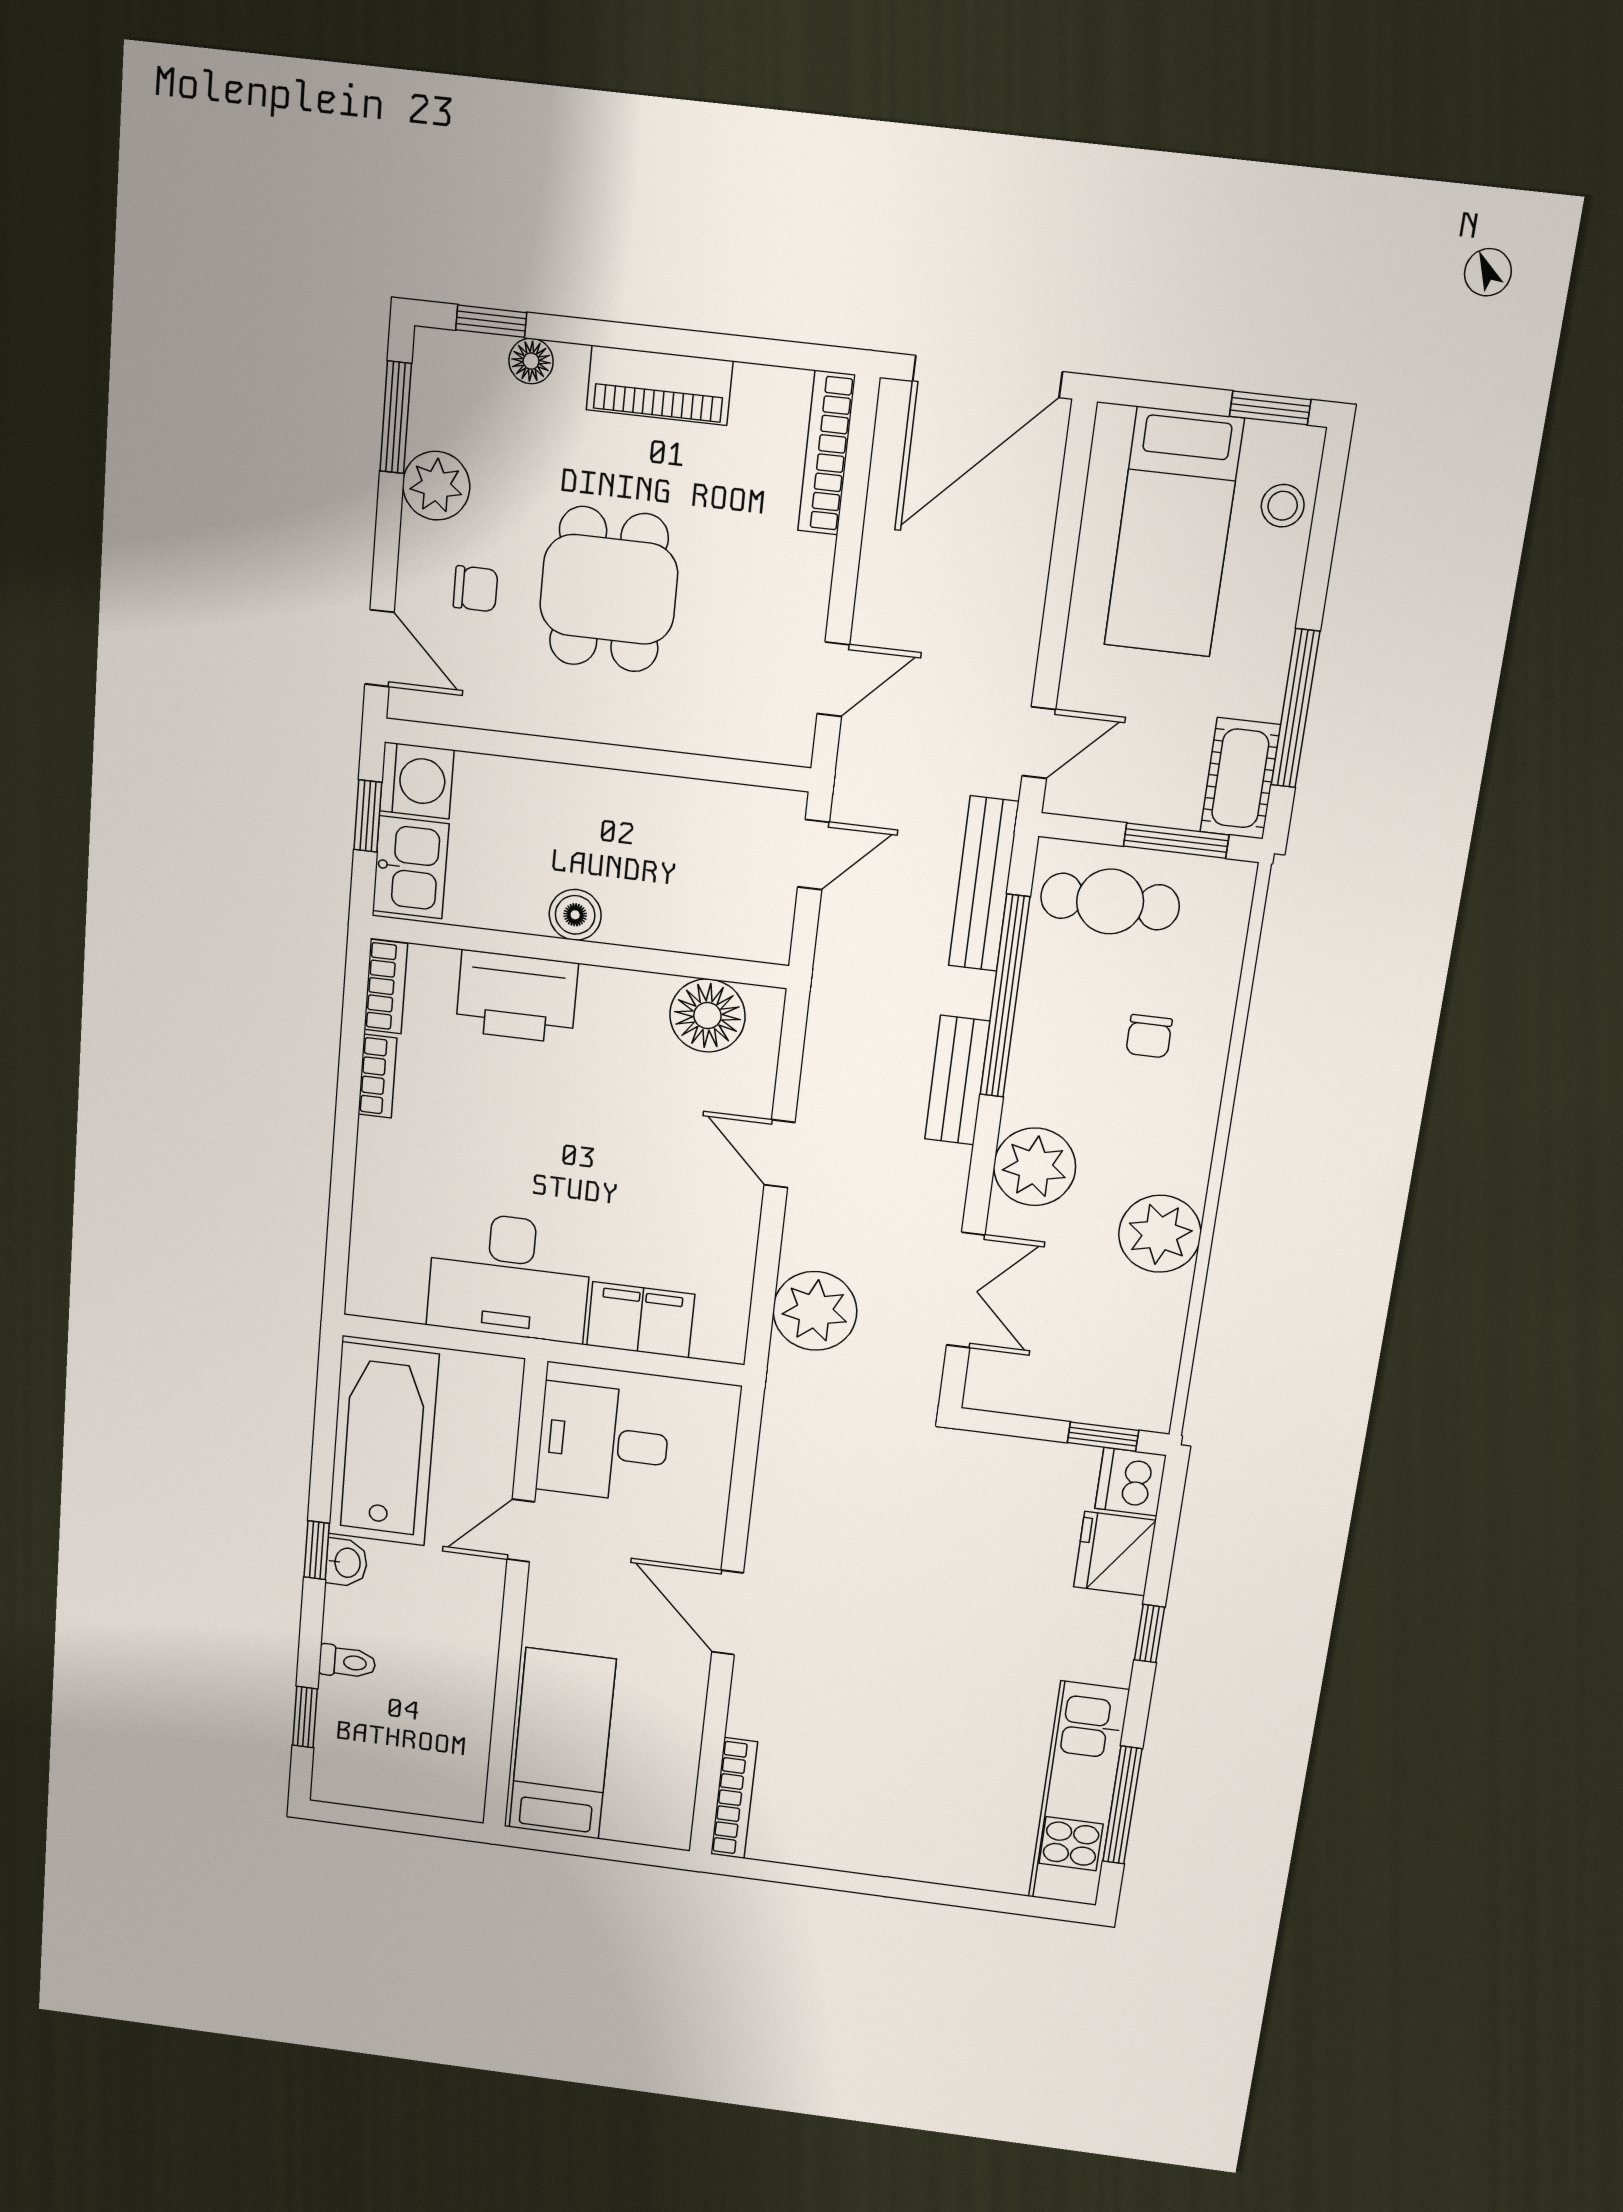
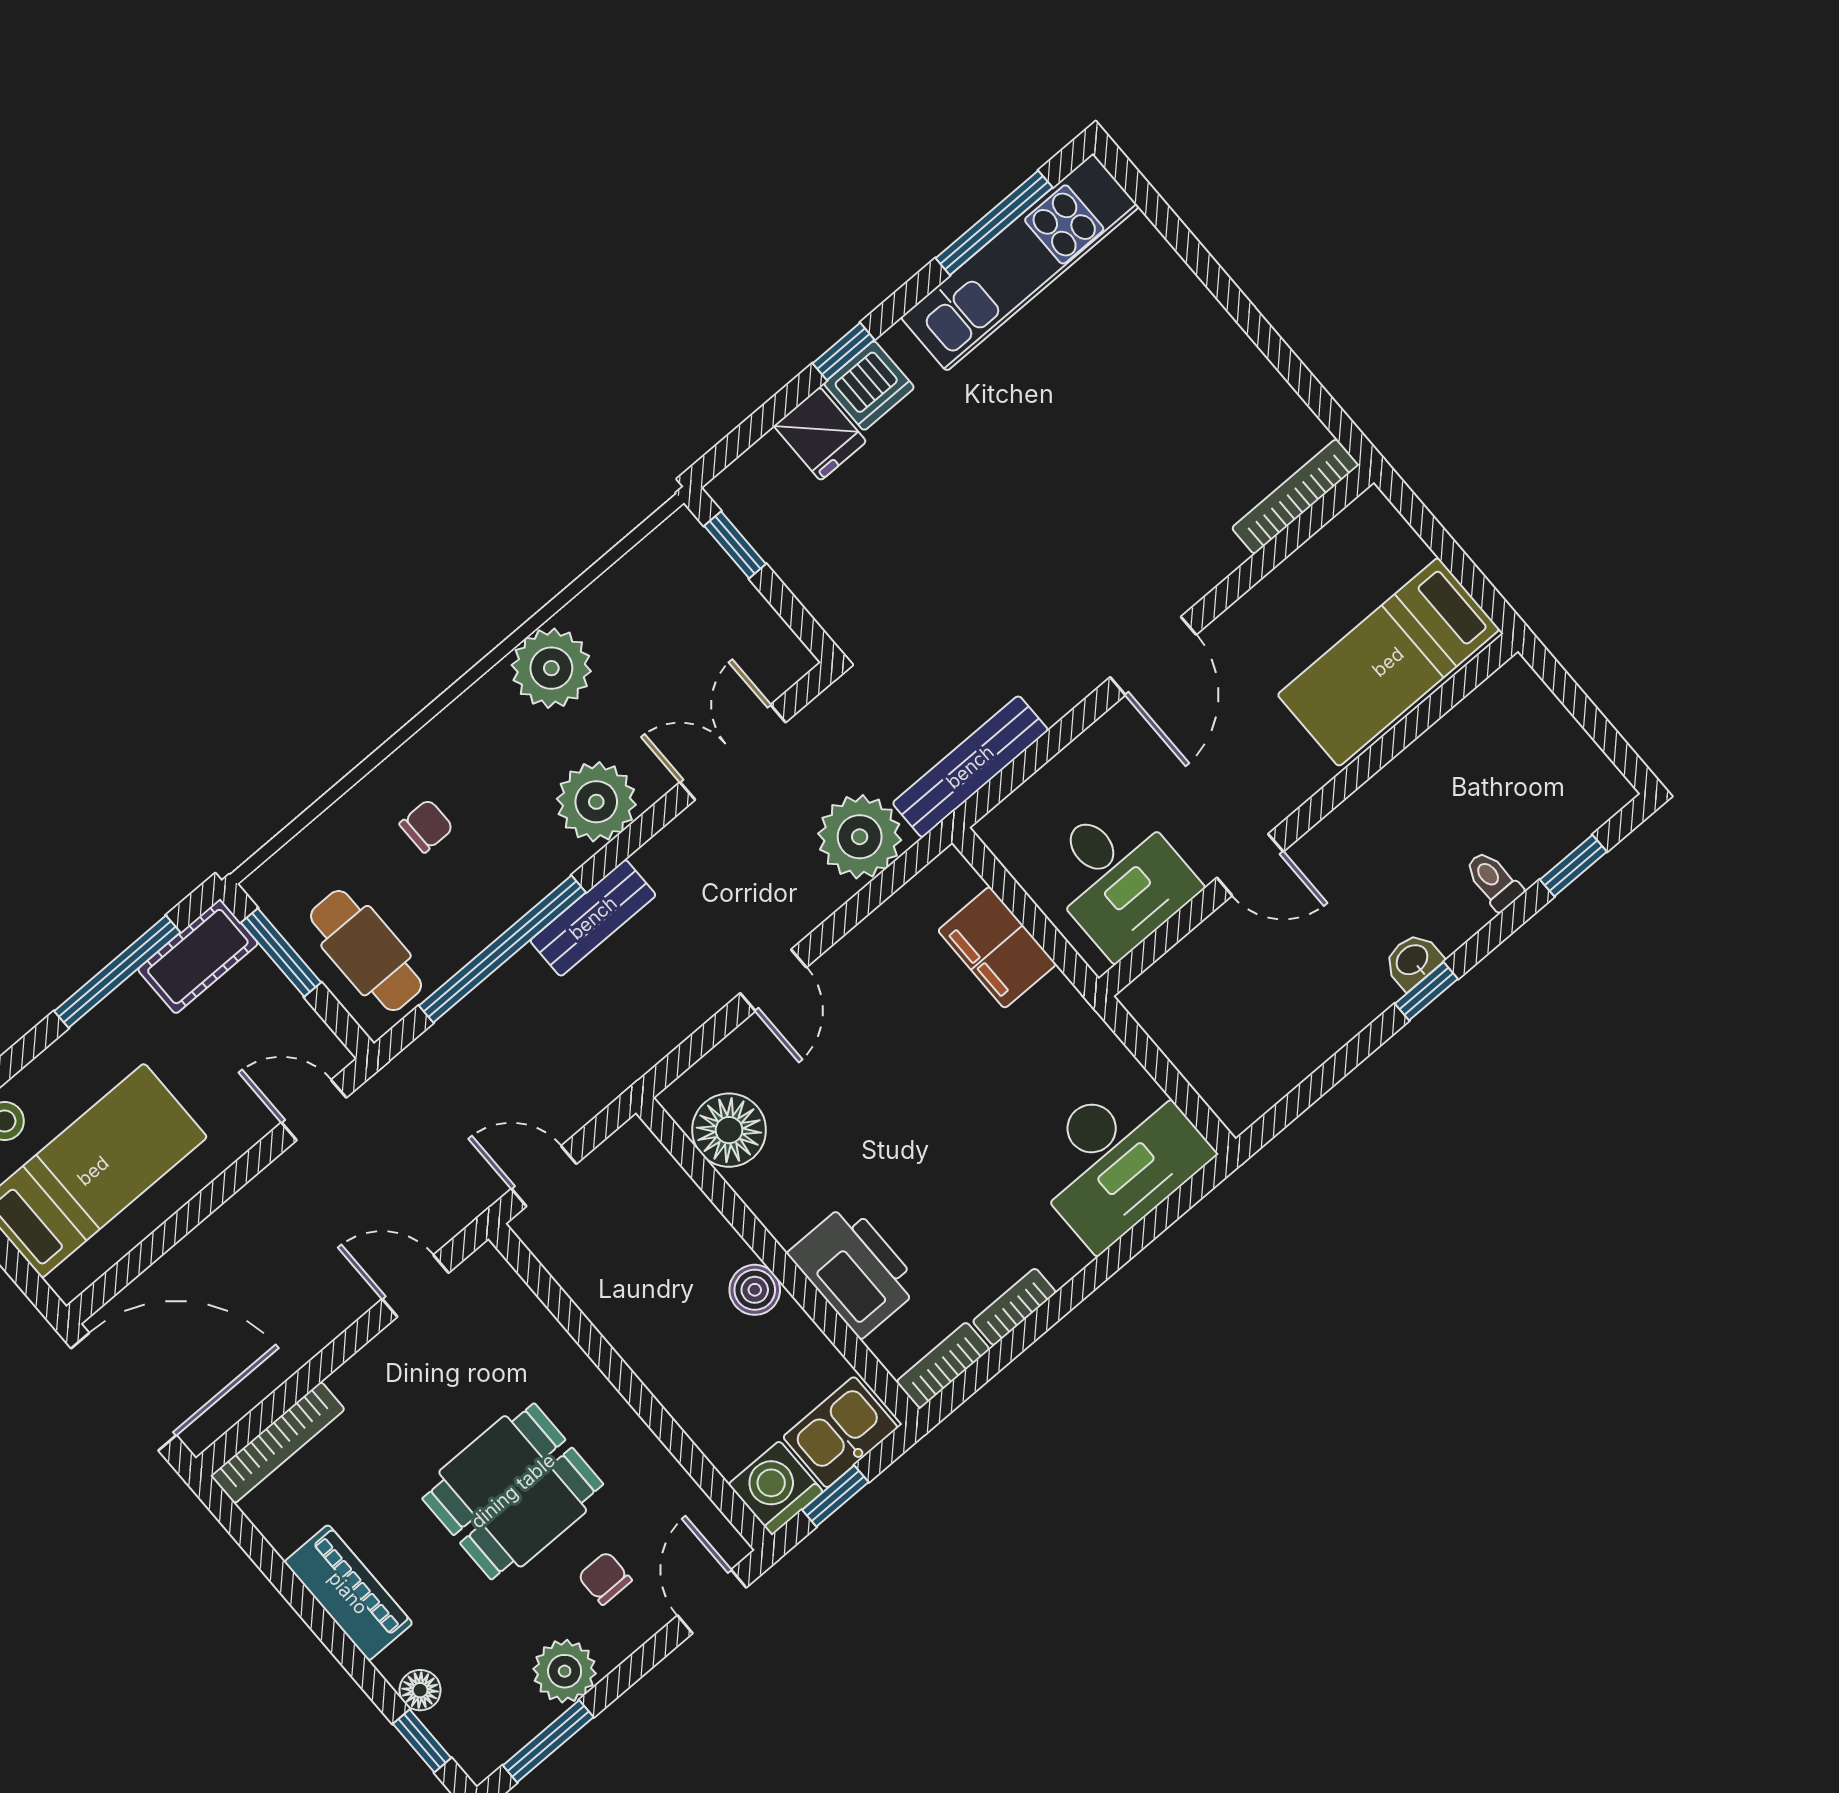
bench: (984, 884) -> (970, 767), moved
desk: (509, 1277) -> (1117, 1158), moved, turned 90
bathtub: (383, 1444) -> (1289, 1027), removed
dishwasher: (1131, 1482) -> (869, 386), moved
fridge: (1115, 1554) -> (820, 434), width x0.72

